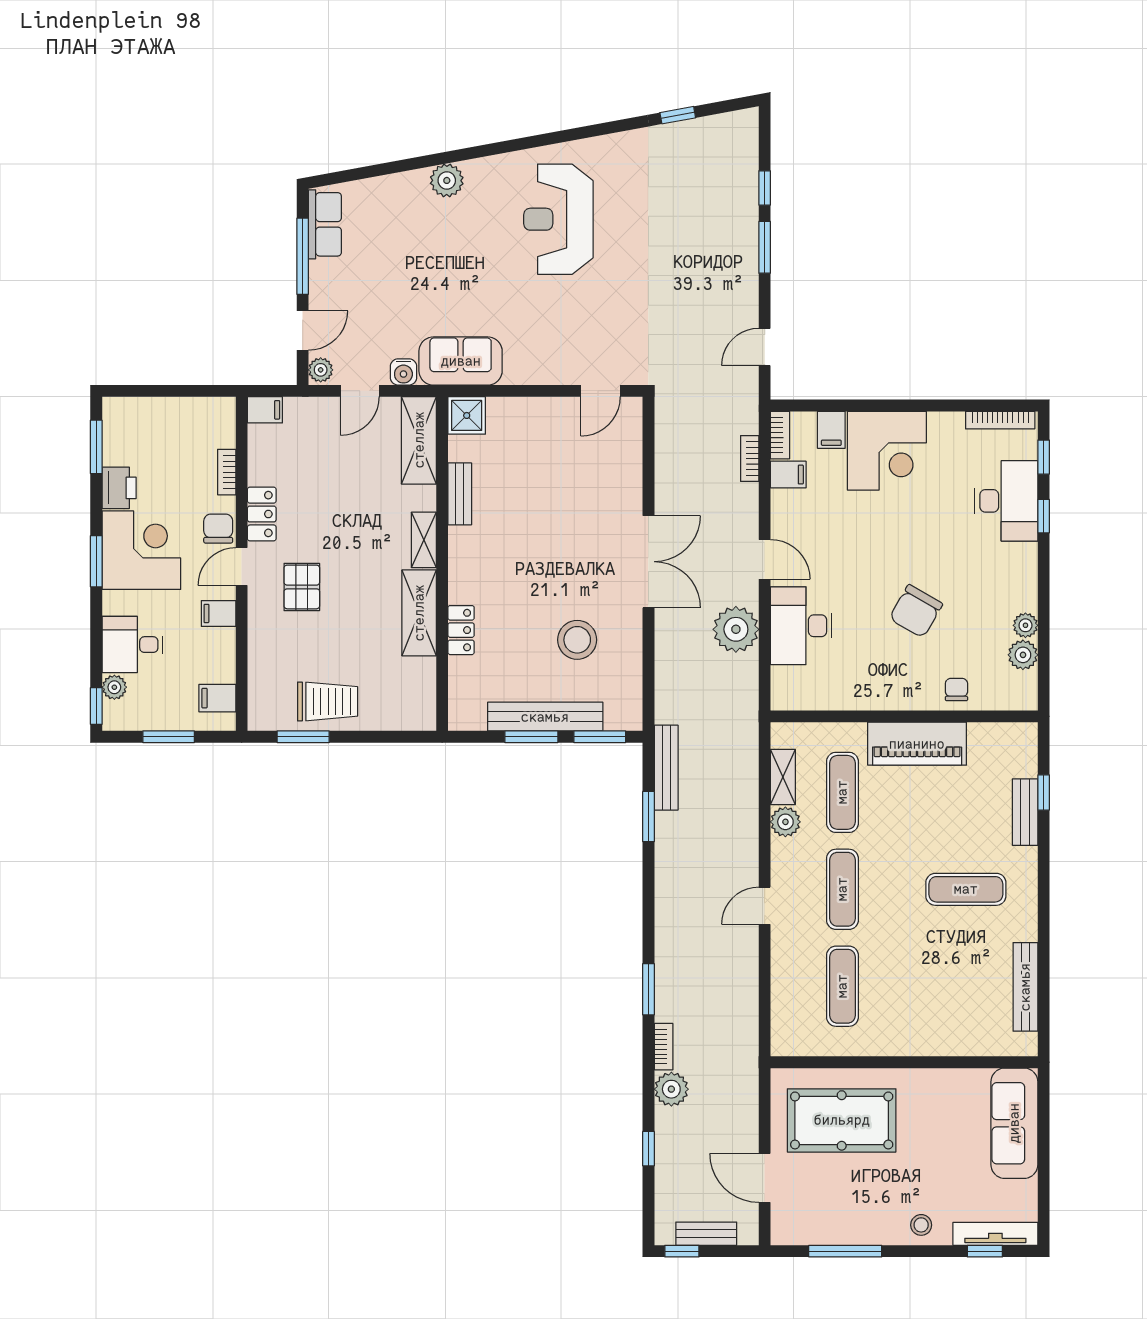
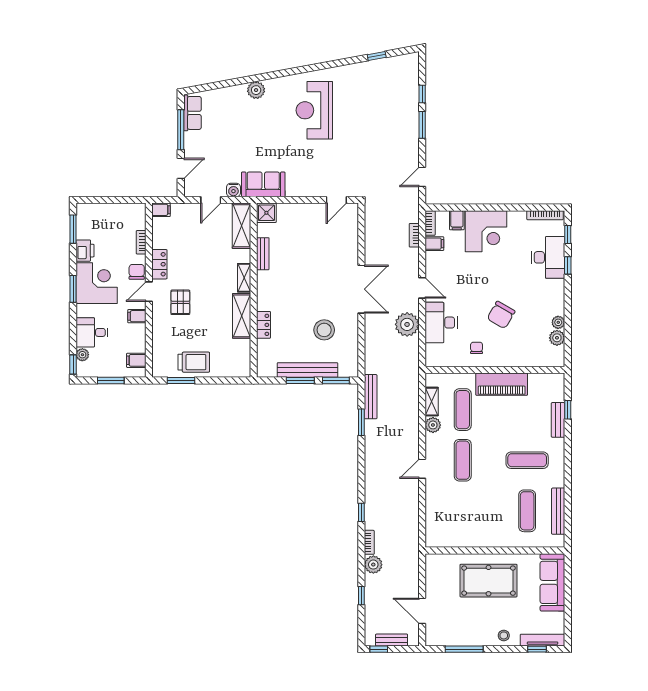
plant: (321, 370) -> (190, 189), removed
chair: (956, 690) -> (477, 348), moved
exercise mat: (842, 986) -> (527, 511), moved
window: (648, 989) -> (361, 512), width x0.67
pool table: (842, 1120) -> (489, 581), moved

